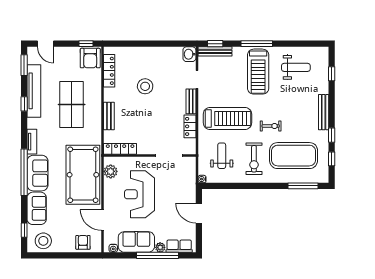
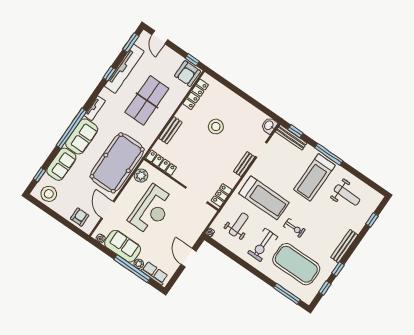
locker: (190, 126) -> (221, 195), moved
reception desk: (139, 194) -> (152, 210), turned 180

